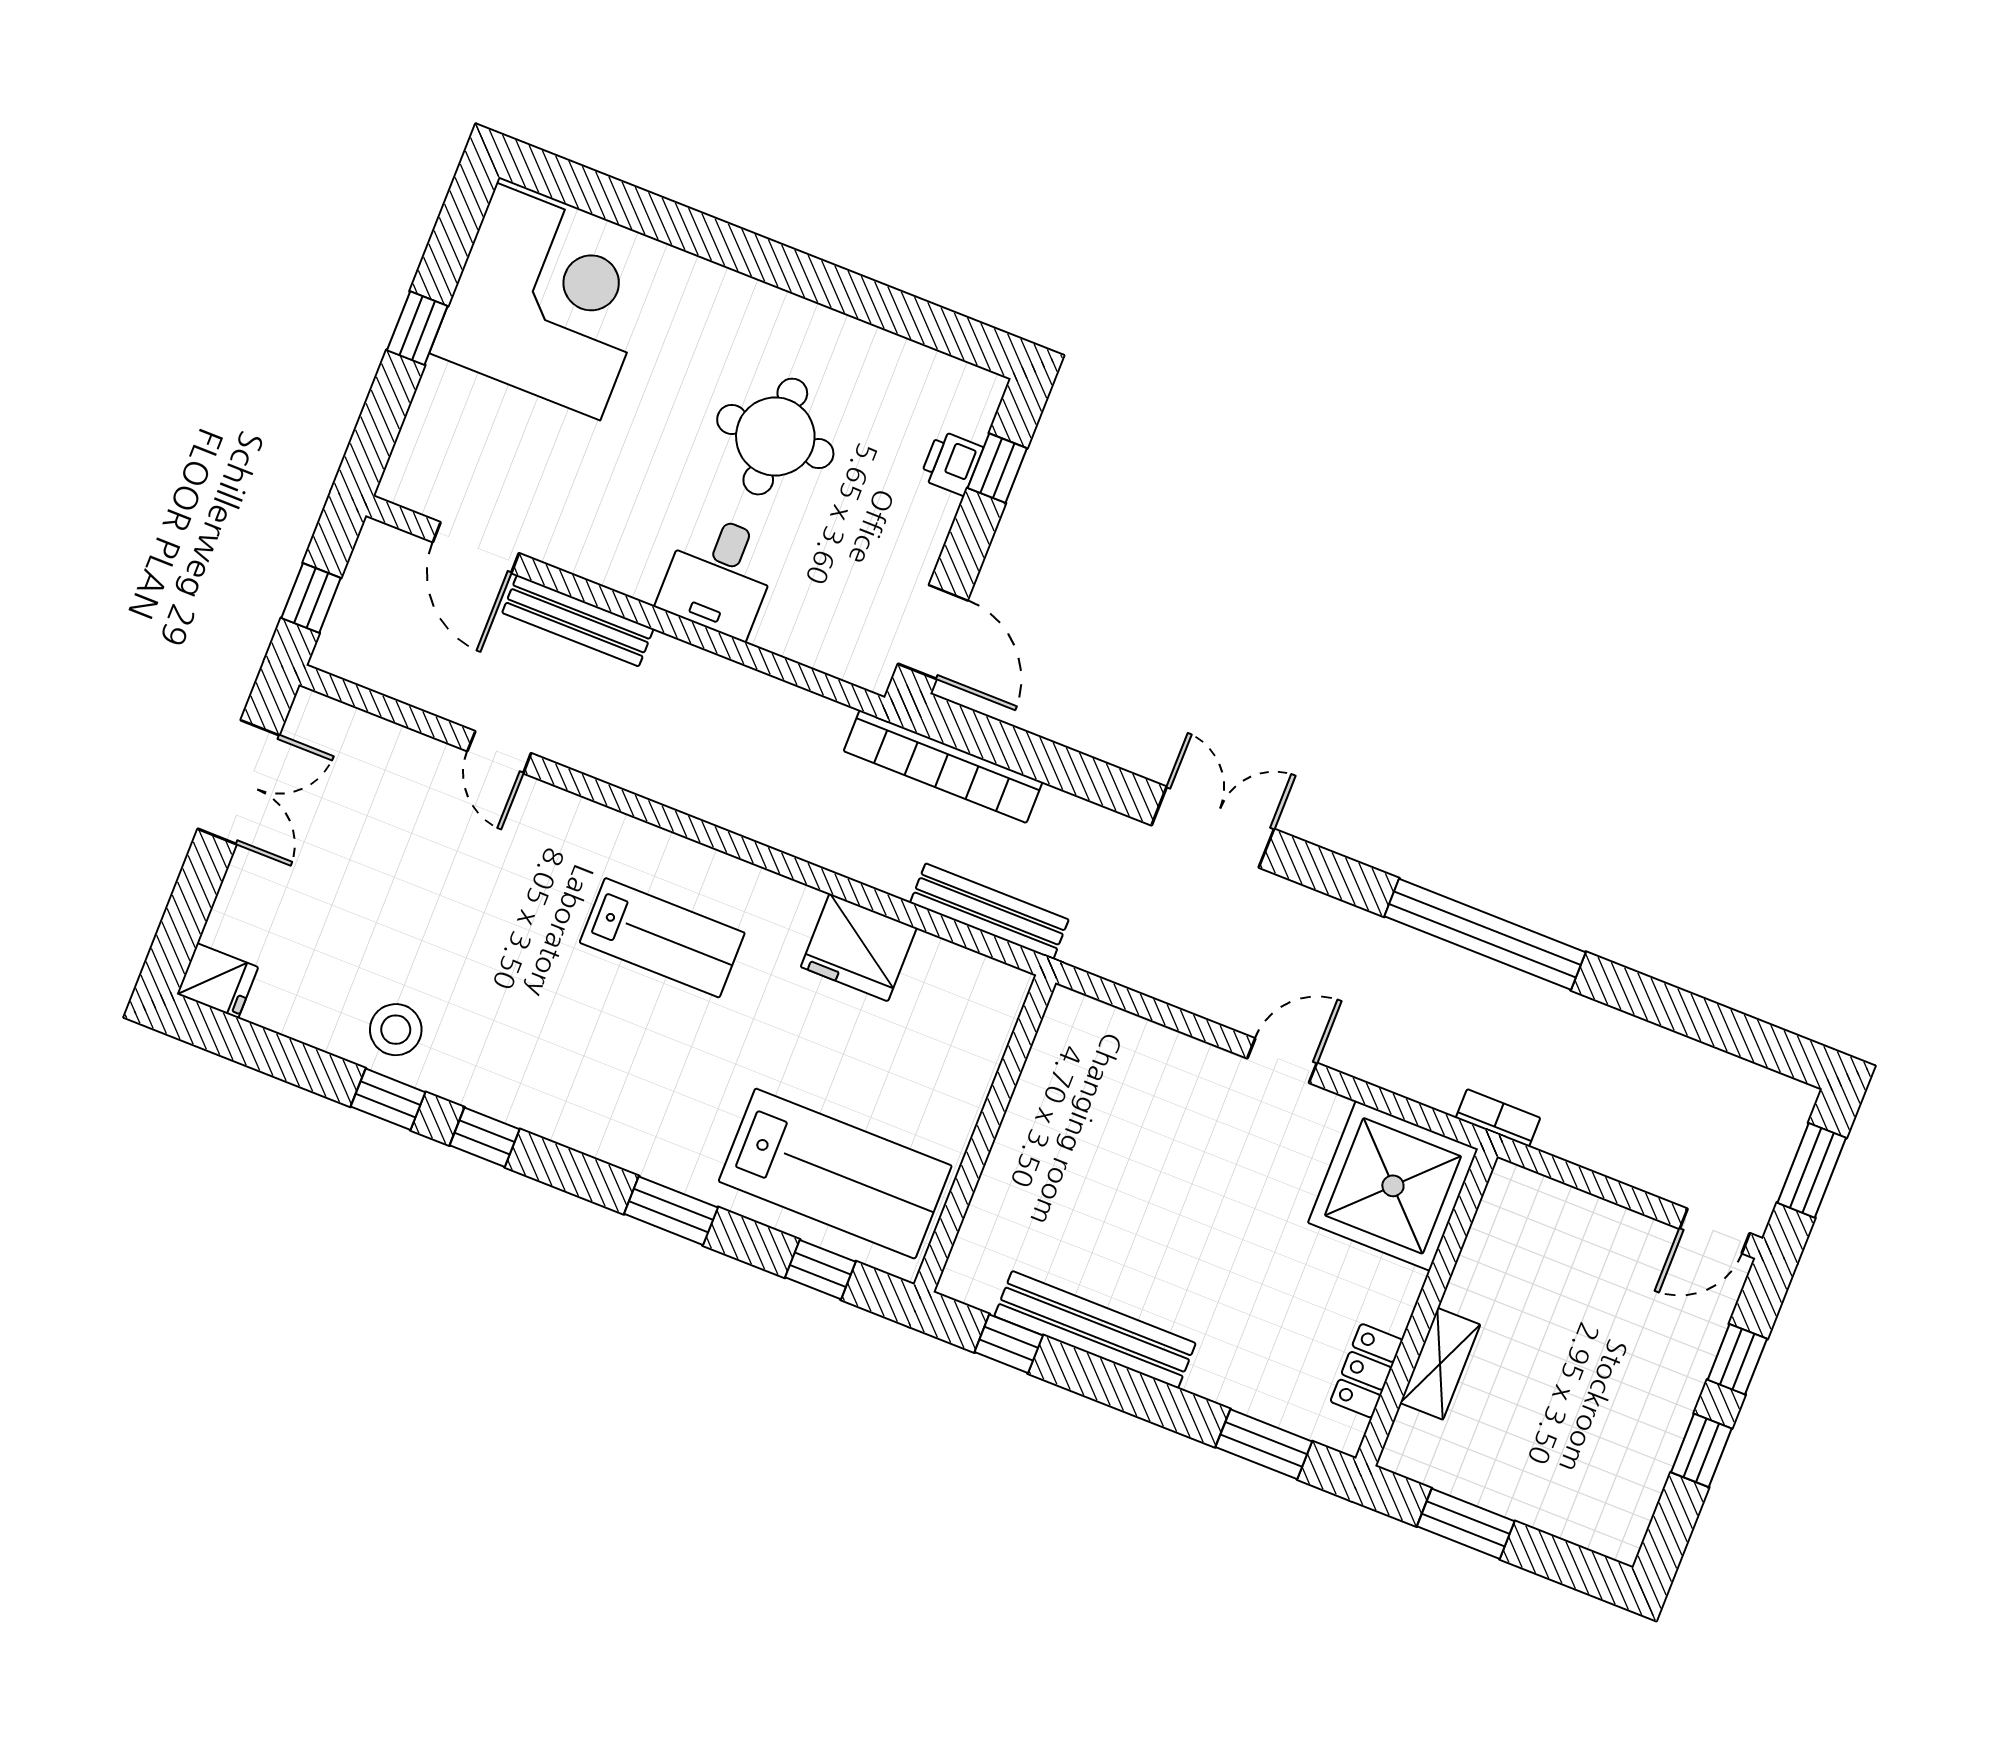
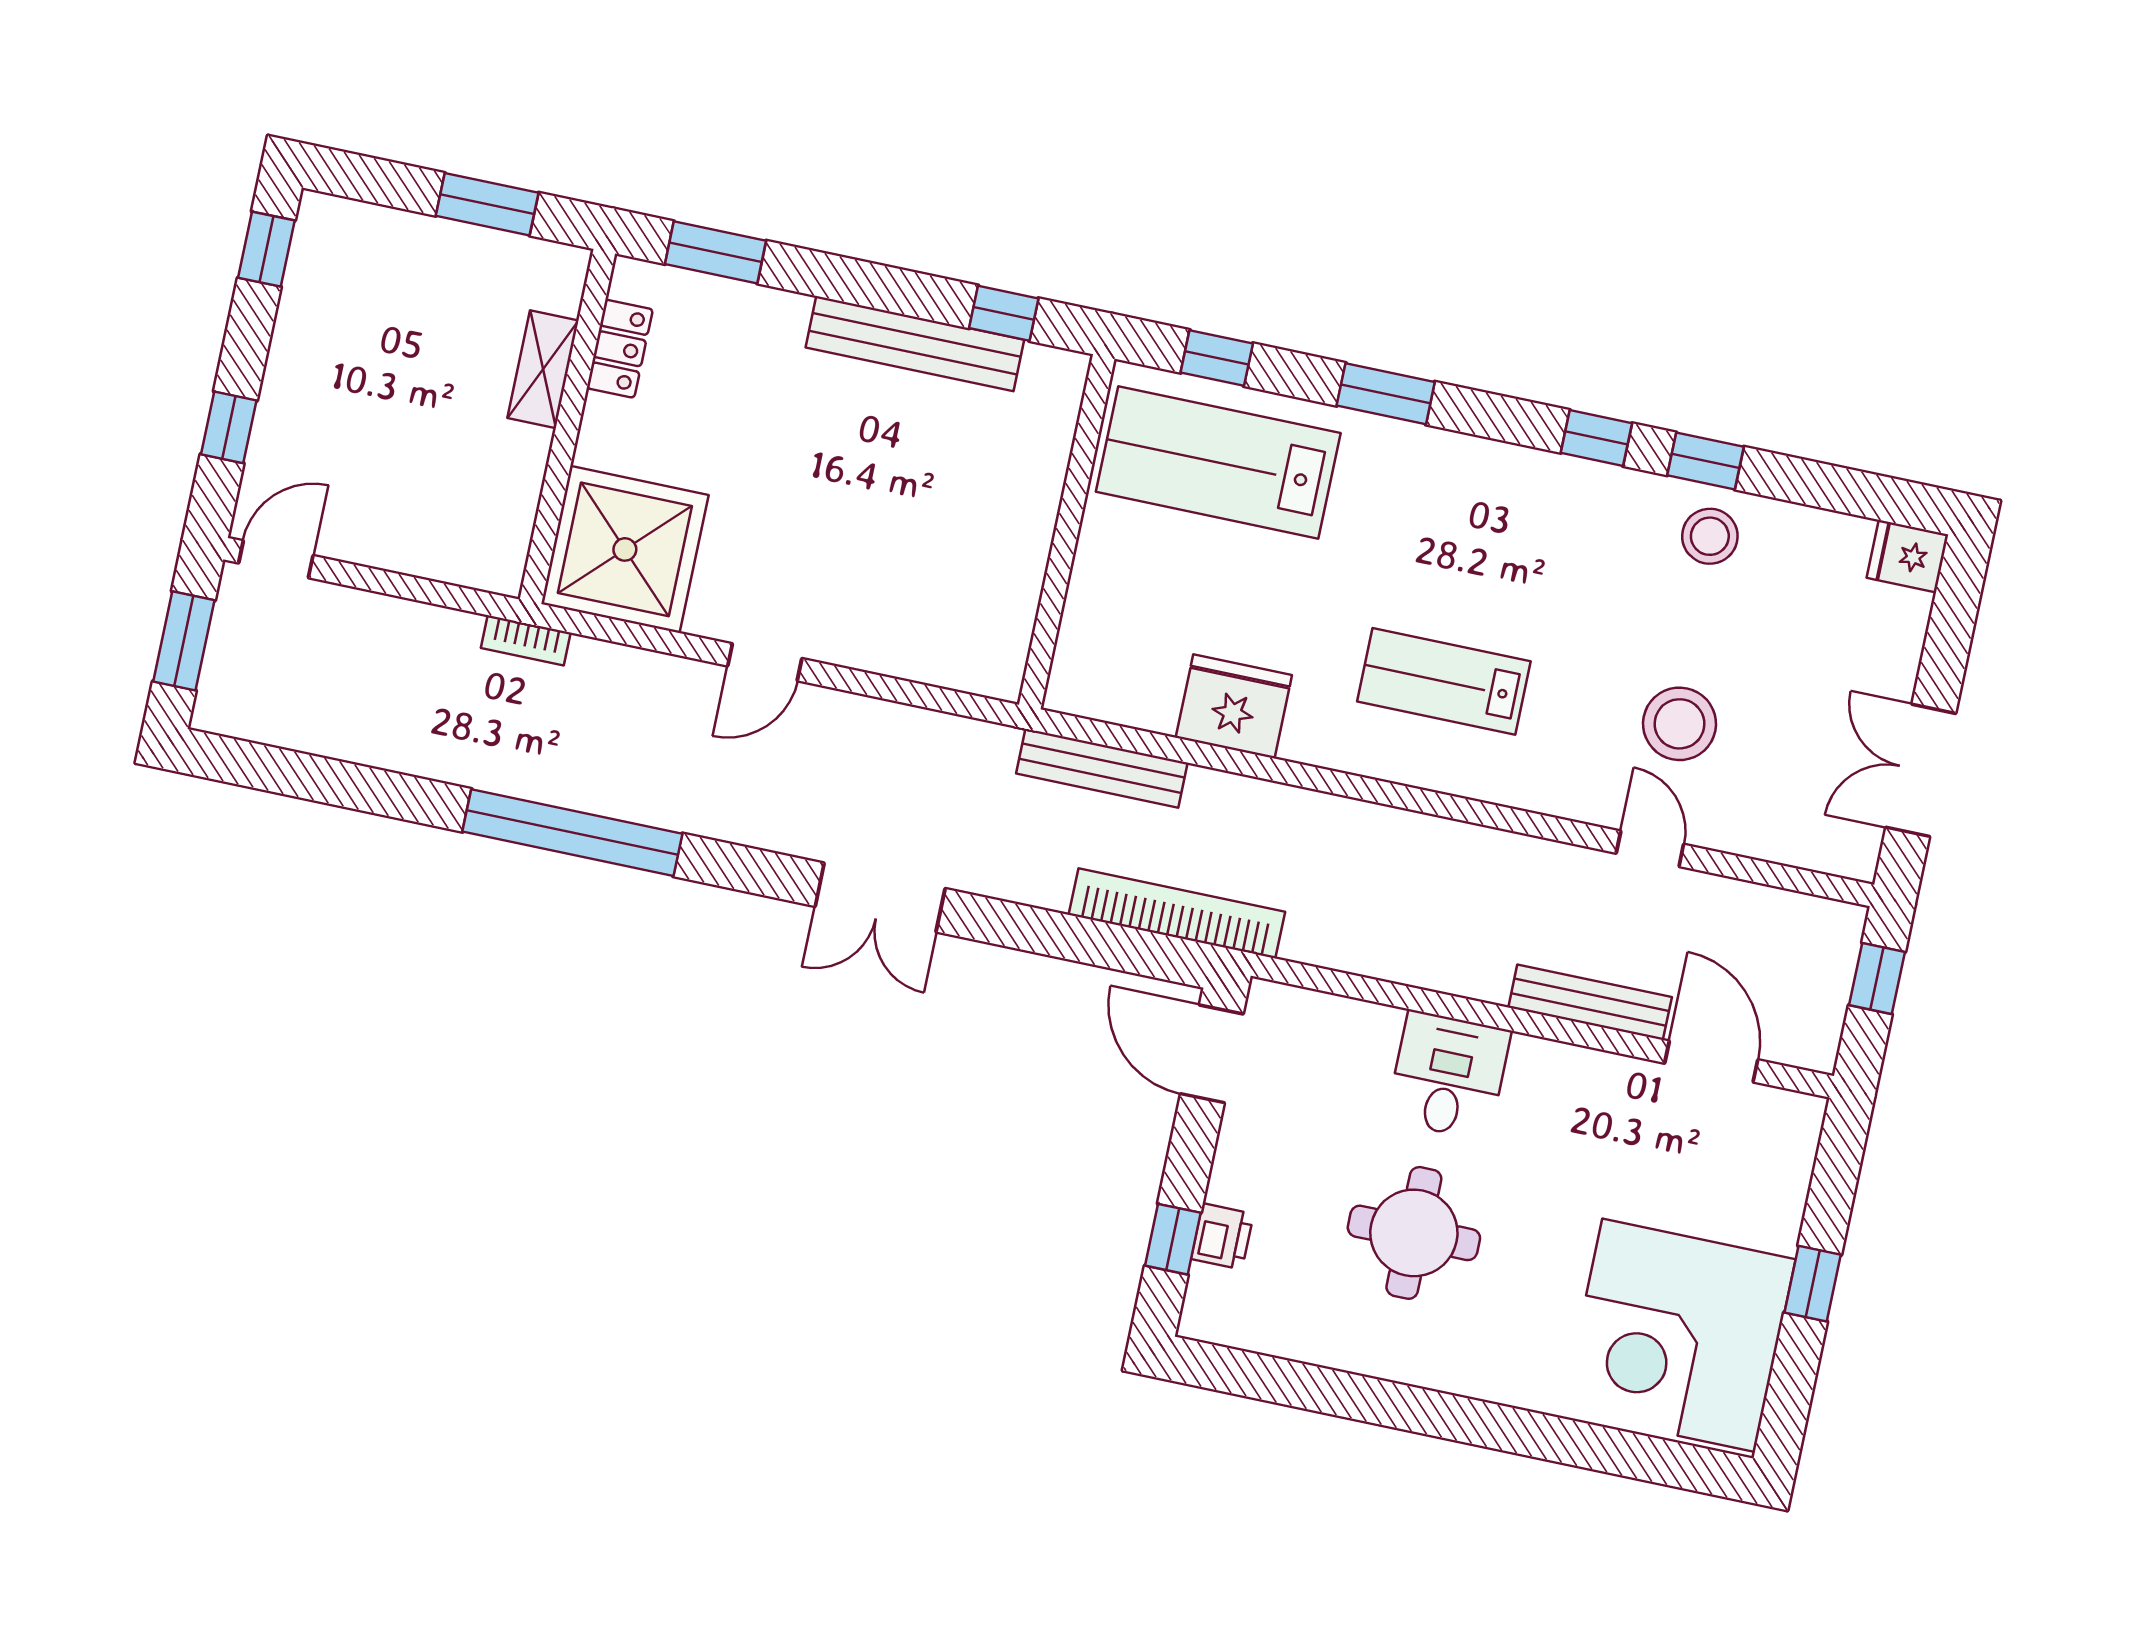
stool: (453, 862) -> (1680, 724), added
window: (1701, 1450) -> (266, 249), moved

